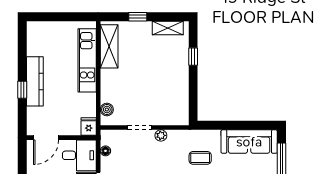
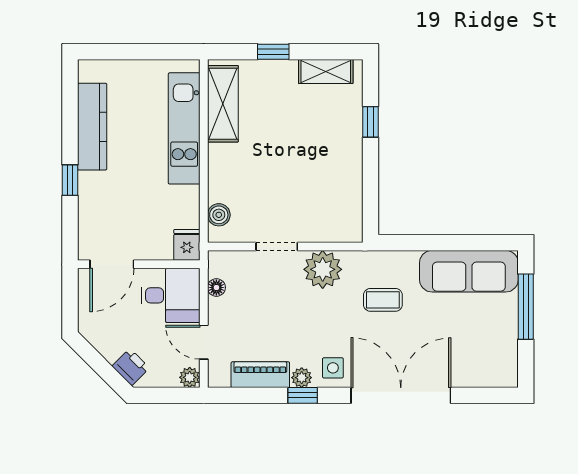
kitchen counter: (35, 81) -> (92, 127), moved
plant: (161, 135) -> (323, 269), width x1.88, depth x1.88

